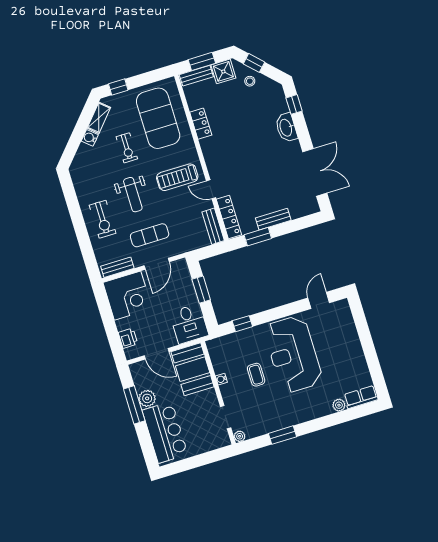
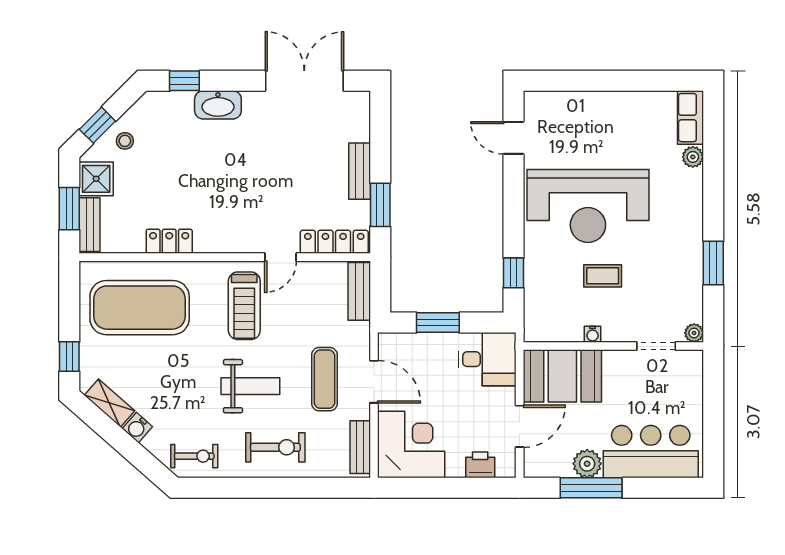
exercise bike: (127, 148) -> (194, 456), moved
bench: (213, 226) -> (359, 291), moved, turned 90

